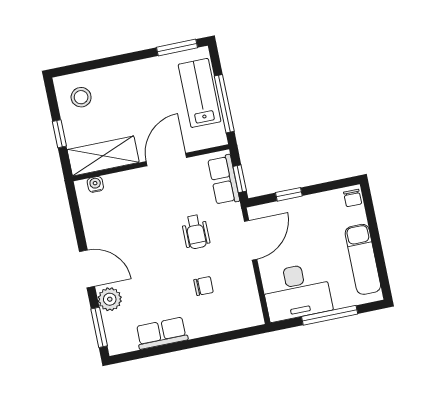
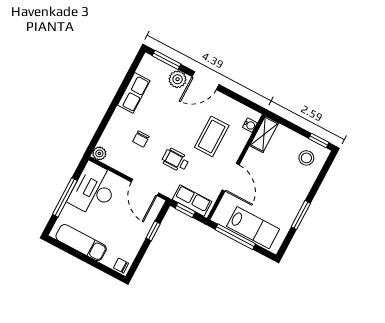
window: (177, 48) -> (301, 215), moved
window: (59, 134) -> (319, 141), moved
shelving: (103, 156) -> (264, 134), width x0.67, depth x0.75
coffee table: (140, 214) -> (212, 136), added
plant: (254, 317) -> (99, 153), added

